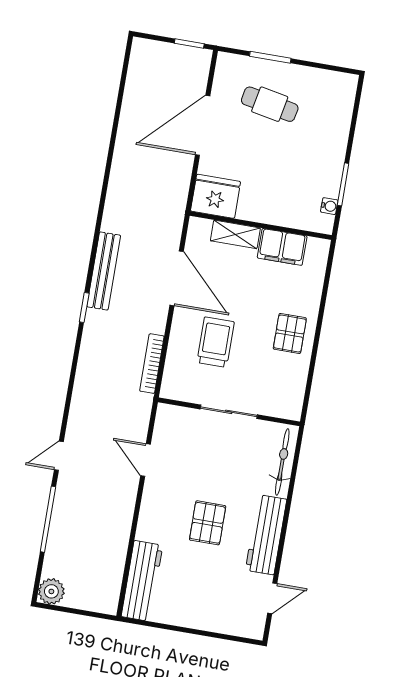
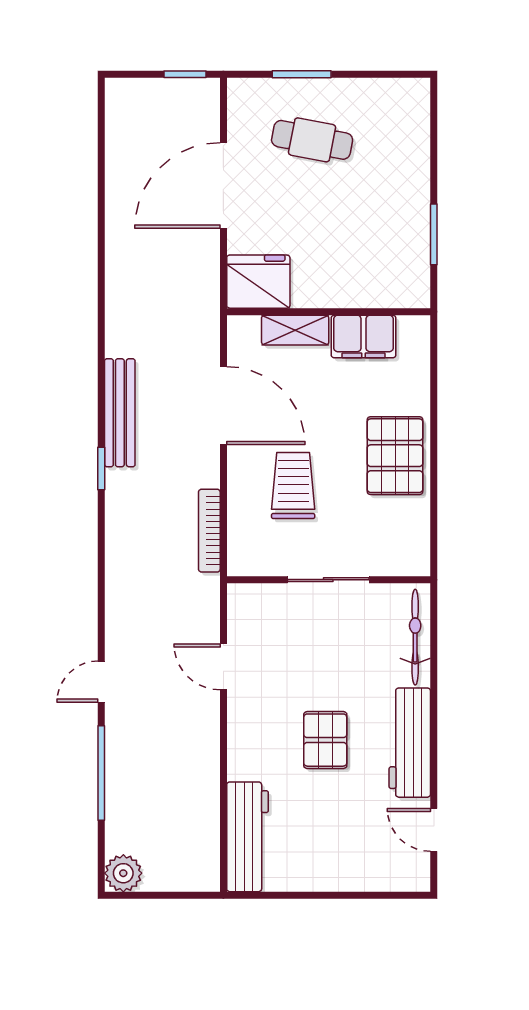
water cooler: (329, 206) -> (420, 268), removed
pallet: (290, 333) -> (395, 456), width x1.50, depth x1.42
door: (272, 598) -> (434, 830), swing flipped

